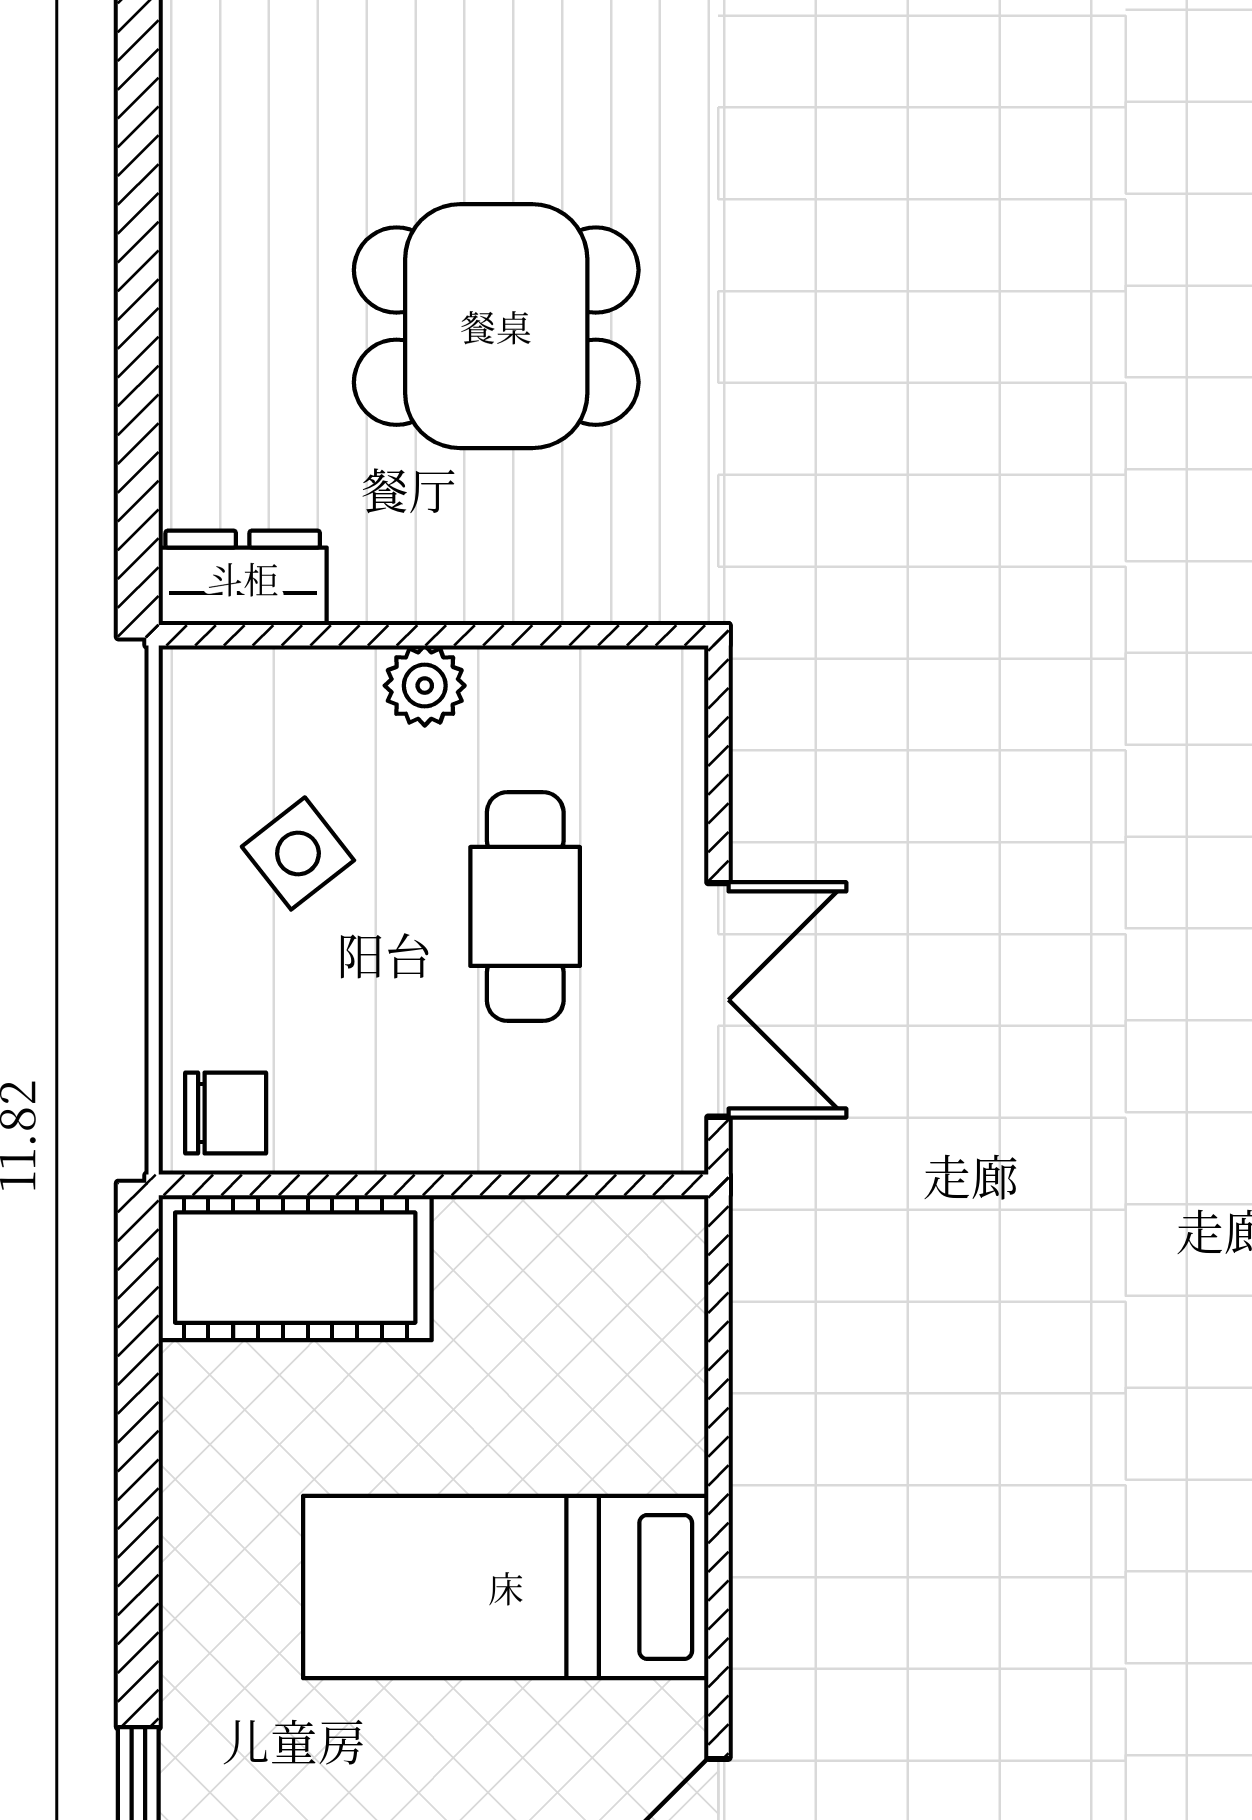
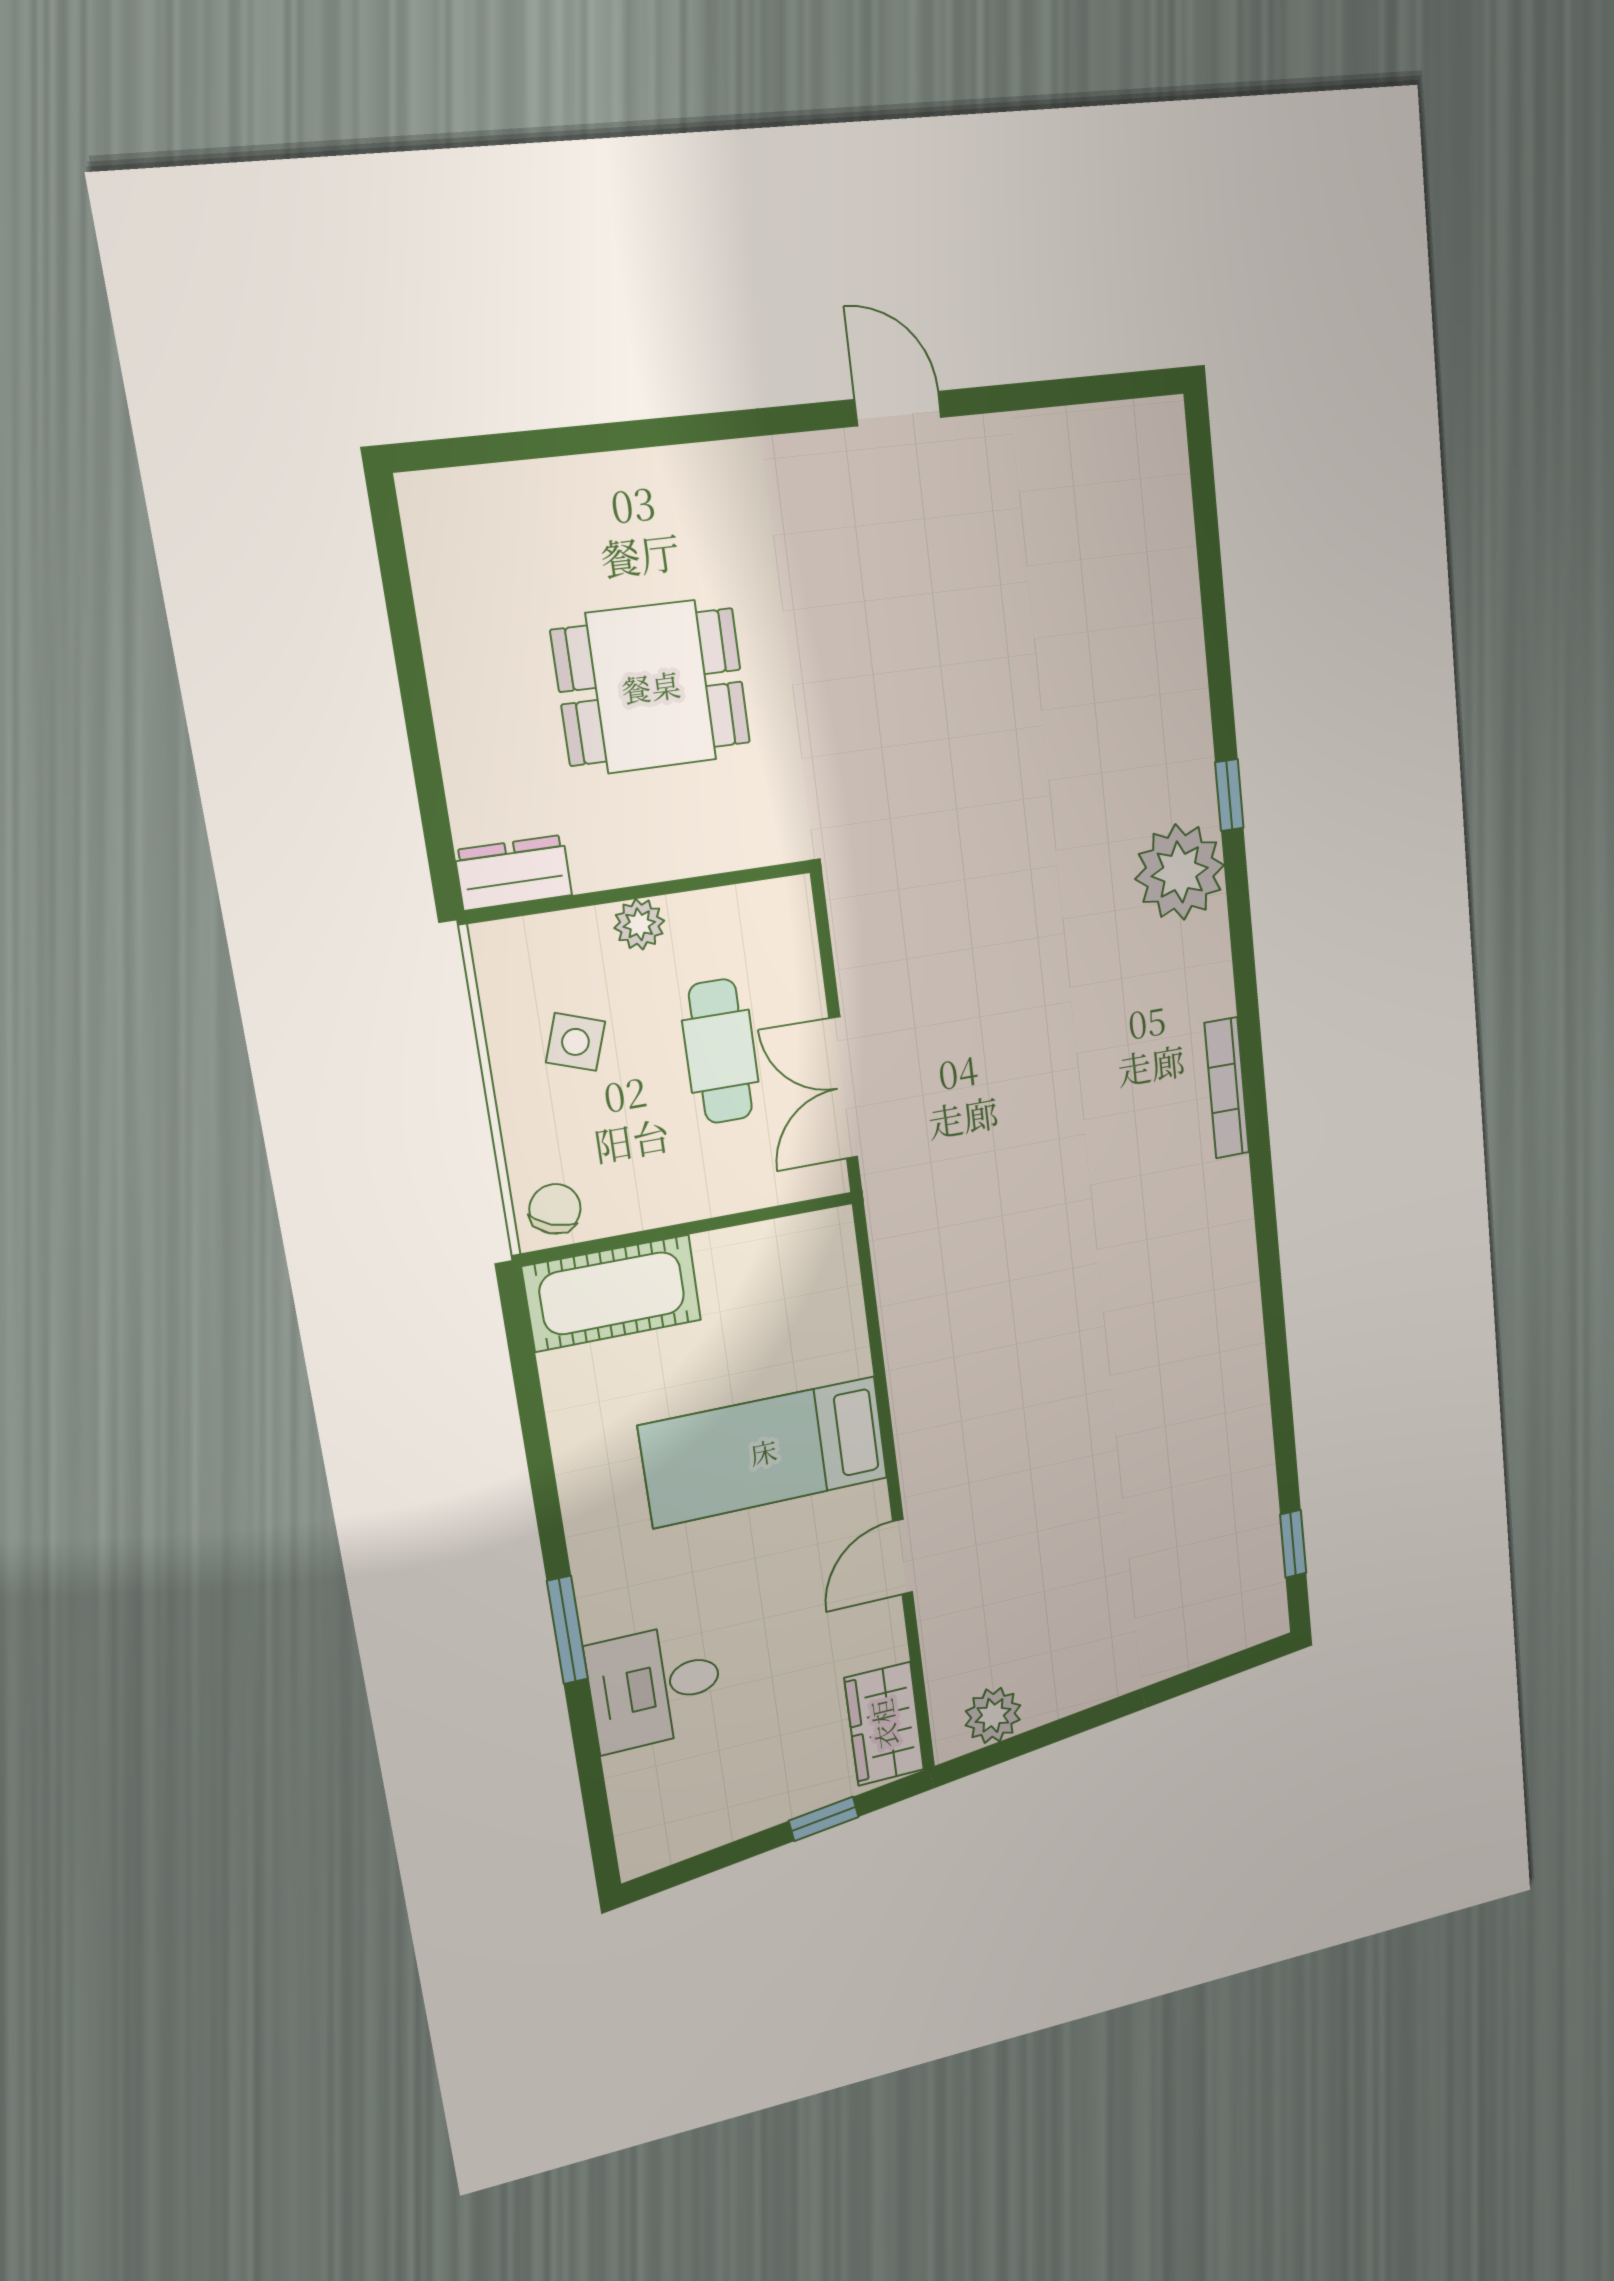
side table: (298, 853) -> (575, 1042), turned -33
double door: (718, 1000) -> (843, 1088), swing flipped
chair: (226, 1113) -> (555, 1209), turned -69

